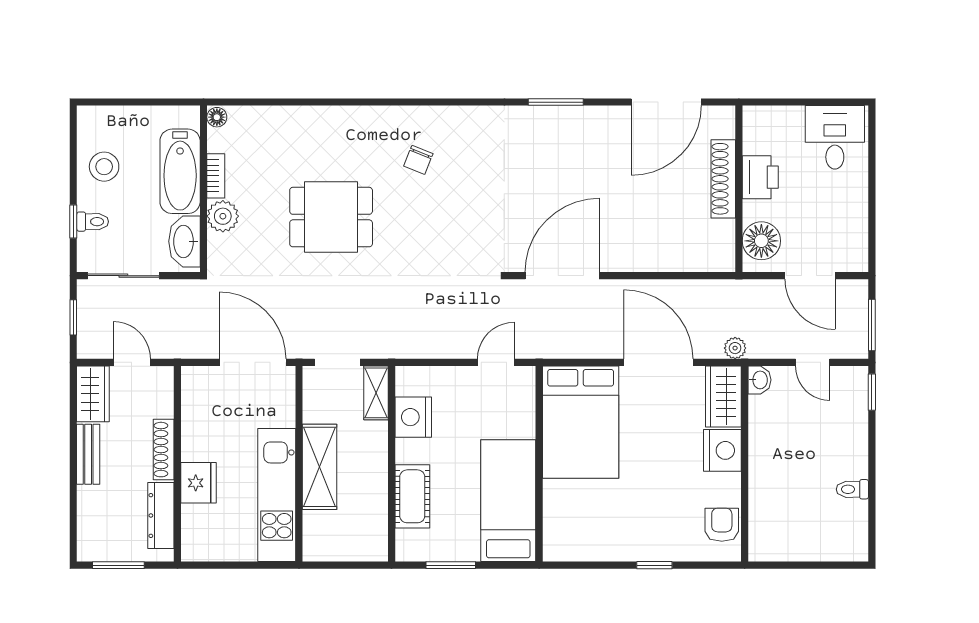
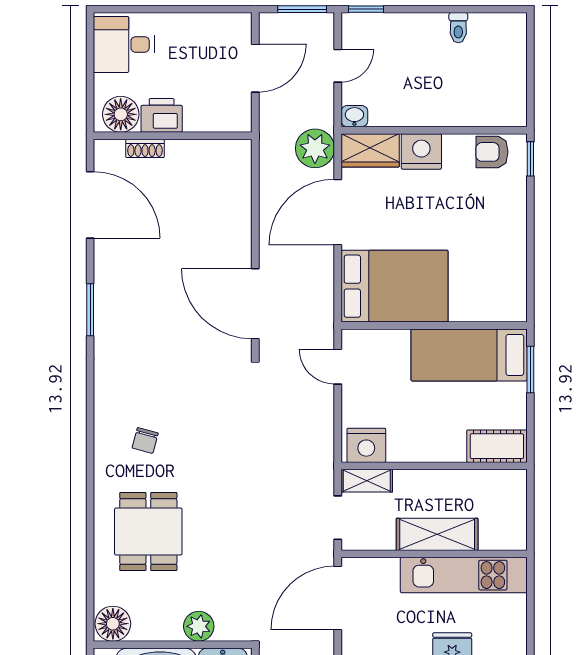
floor lamp: (217, 117) -> (113, 624), width x1.89, depth x1.89
chair: (418, 160) -> (145, 440), turned 83
bookcase: (216, 176) -> (160, 633), removed
shoe rack: (723, 179) -> (145, 148), width x0.51, depth x0.81
dining table: (331, 217) -> (148, 532), moved
floor lamp: (761, 241) -> (121, 114), moved
plant: (735, 348) -> (315, 148), width x1.88, depth x1.88
nightstand: (413, 417) -> (366, 445), moved
cot: (412, 496) -> (497, 446), moved
window: (451, 565) -> (530, 369), moved
window: (654, 565) -> (530, 159), moved

